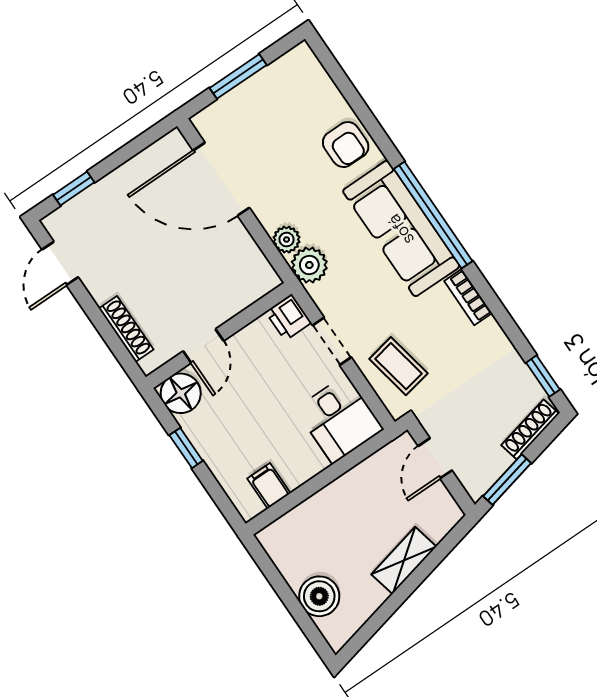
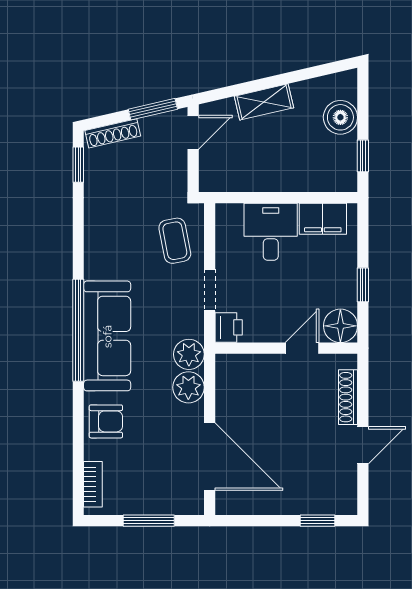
armchair: (346, 145) -> (106, 421), turned 90
plant: (287, 240) -> (188, 387), width x1.38, depth x1.38
door: (60, 263) -> (363, 445), moved
bookcase: (468, 297) -> (93, 484), moved
desk: (339, 419) -> (271, 232), moved
door: (435, 458) -> (193, 132), moved
filing cabinet: (269, 486) -> (323, 219), width x2.00
window: (272, 574) -> (363, 156), added

